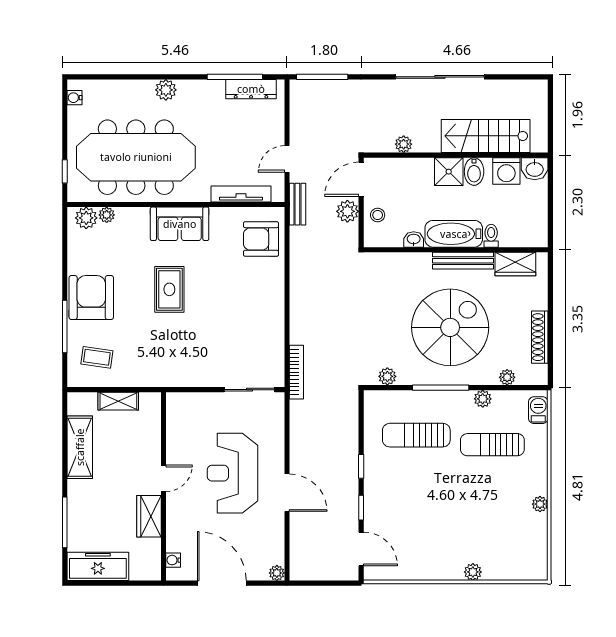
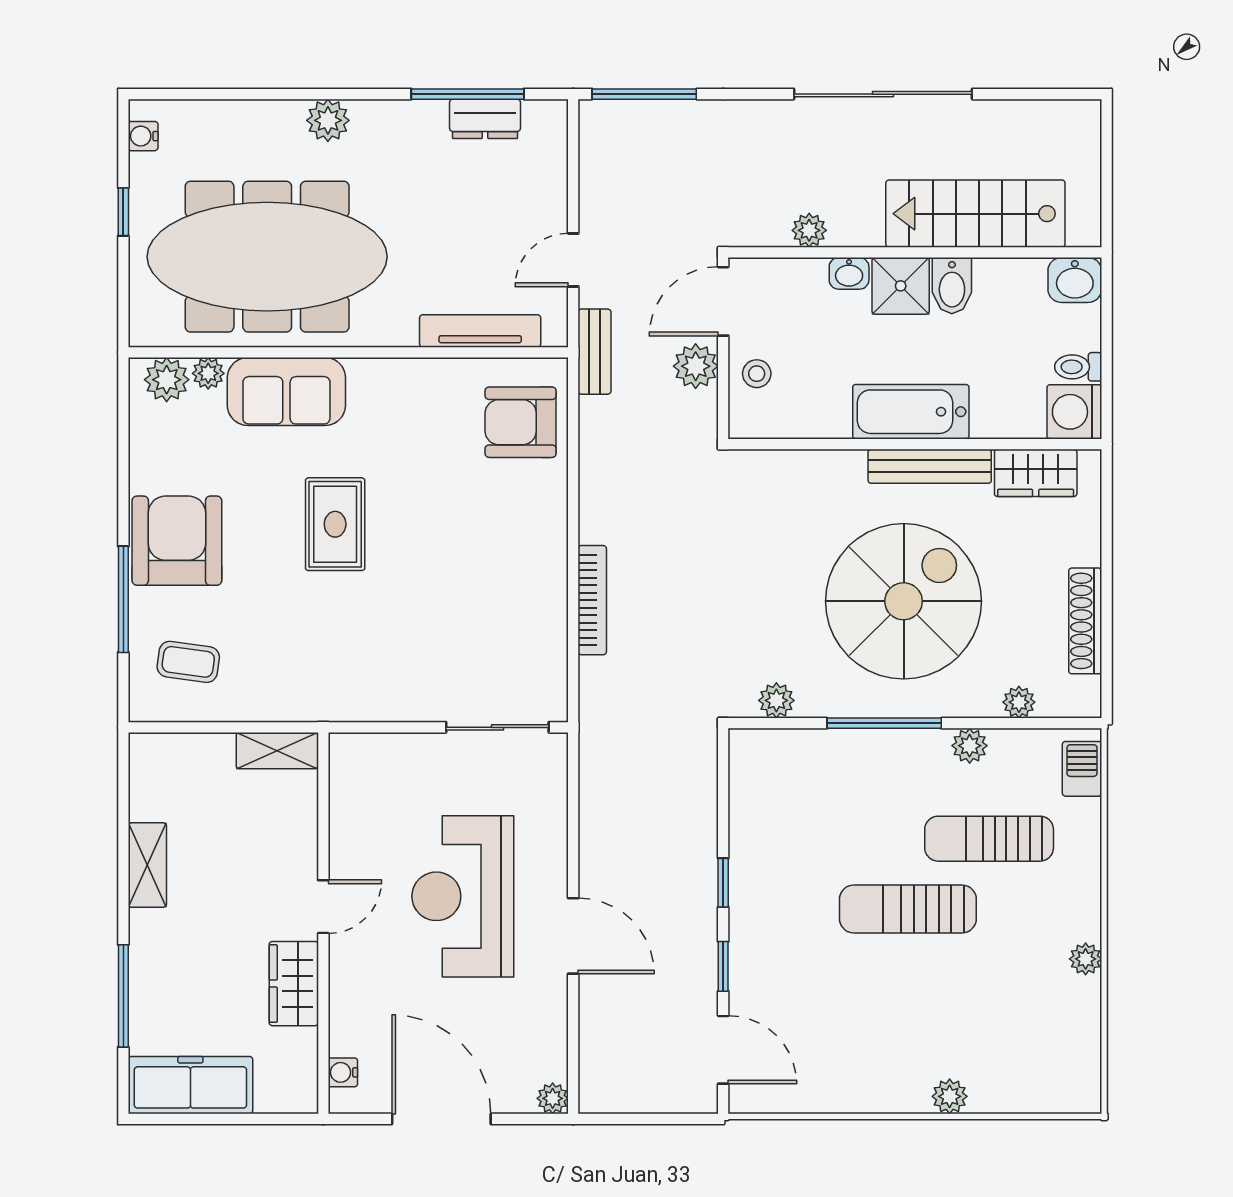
dresser: (251, 89) -> (485, 119), width x0.70
window: (65, 171) -> (123, 212), moved
washing machine: (506, 171) -> (1074, 412), moved, turned 90
sofa: (180, 224) -> (286, 391), moved
toilet: (491, 236) -> (1078, 367), moved, turned -90
washbasin: (414, 239) -> (849, 273), moved, turned 180
bookcase: (296, 372) -> (592, 600), moved
shelving: (118, 401) -> (277, 751), moved
sun lounger: (416, 435) -> (908, 909), moved
shelving: (80, 447) -> (147, 865), width x0.67, depth x0.75

